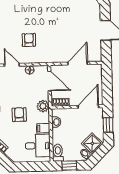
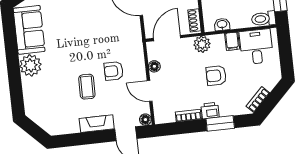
coffee table: (19, 19) -> (87, 87), added
door: (12, 65) -> (150, 91), hinge flipped

